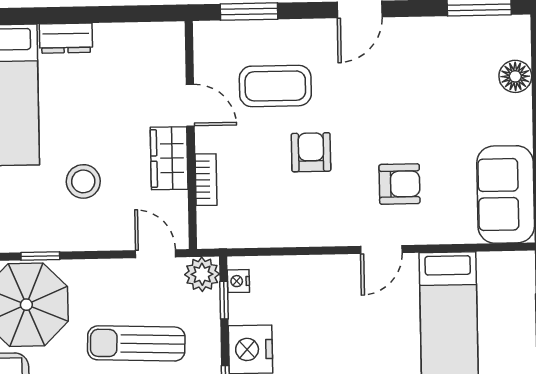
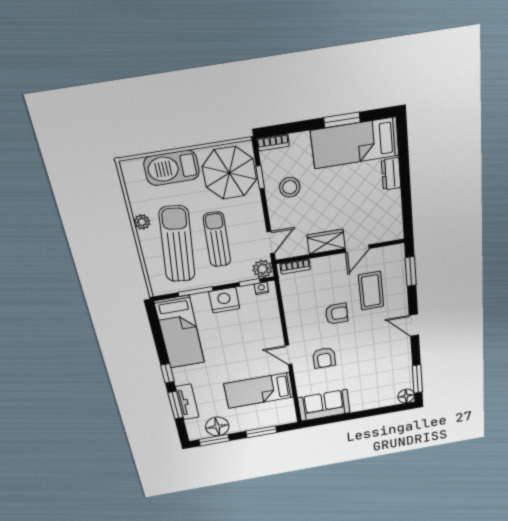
floor lamp: (515, 76) -> (406, 396), moved
bookcase: (206, 180) -> (295, 267), moved
stool: (83, 181) -> (290, 187), moved

